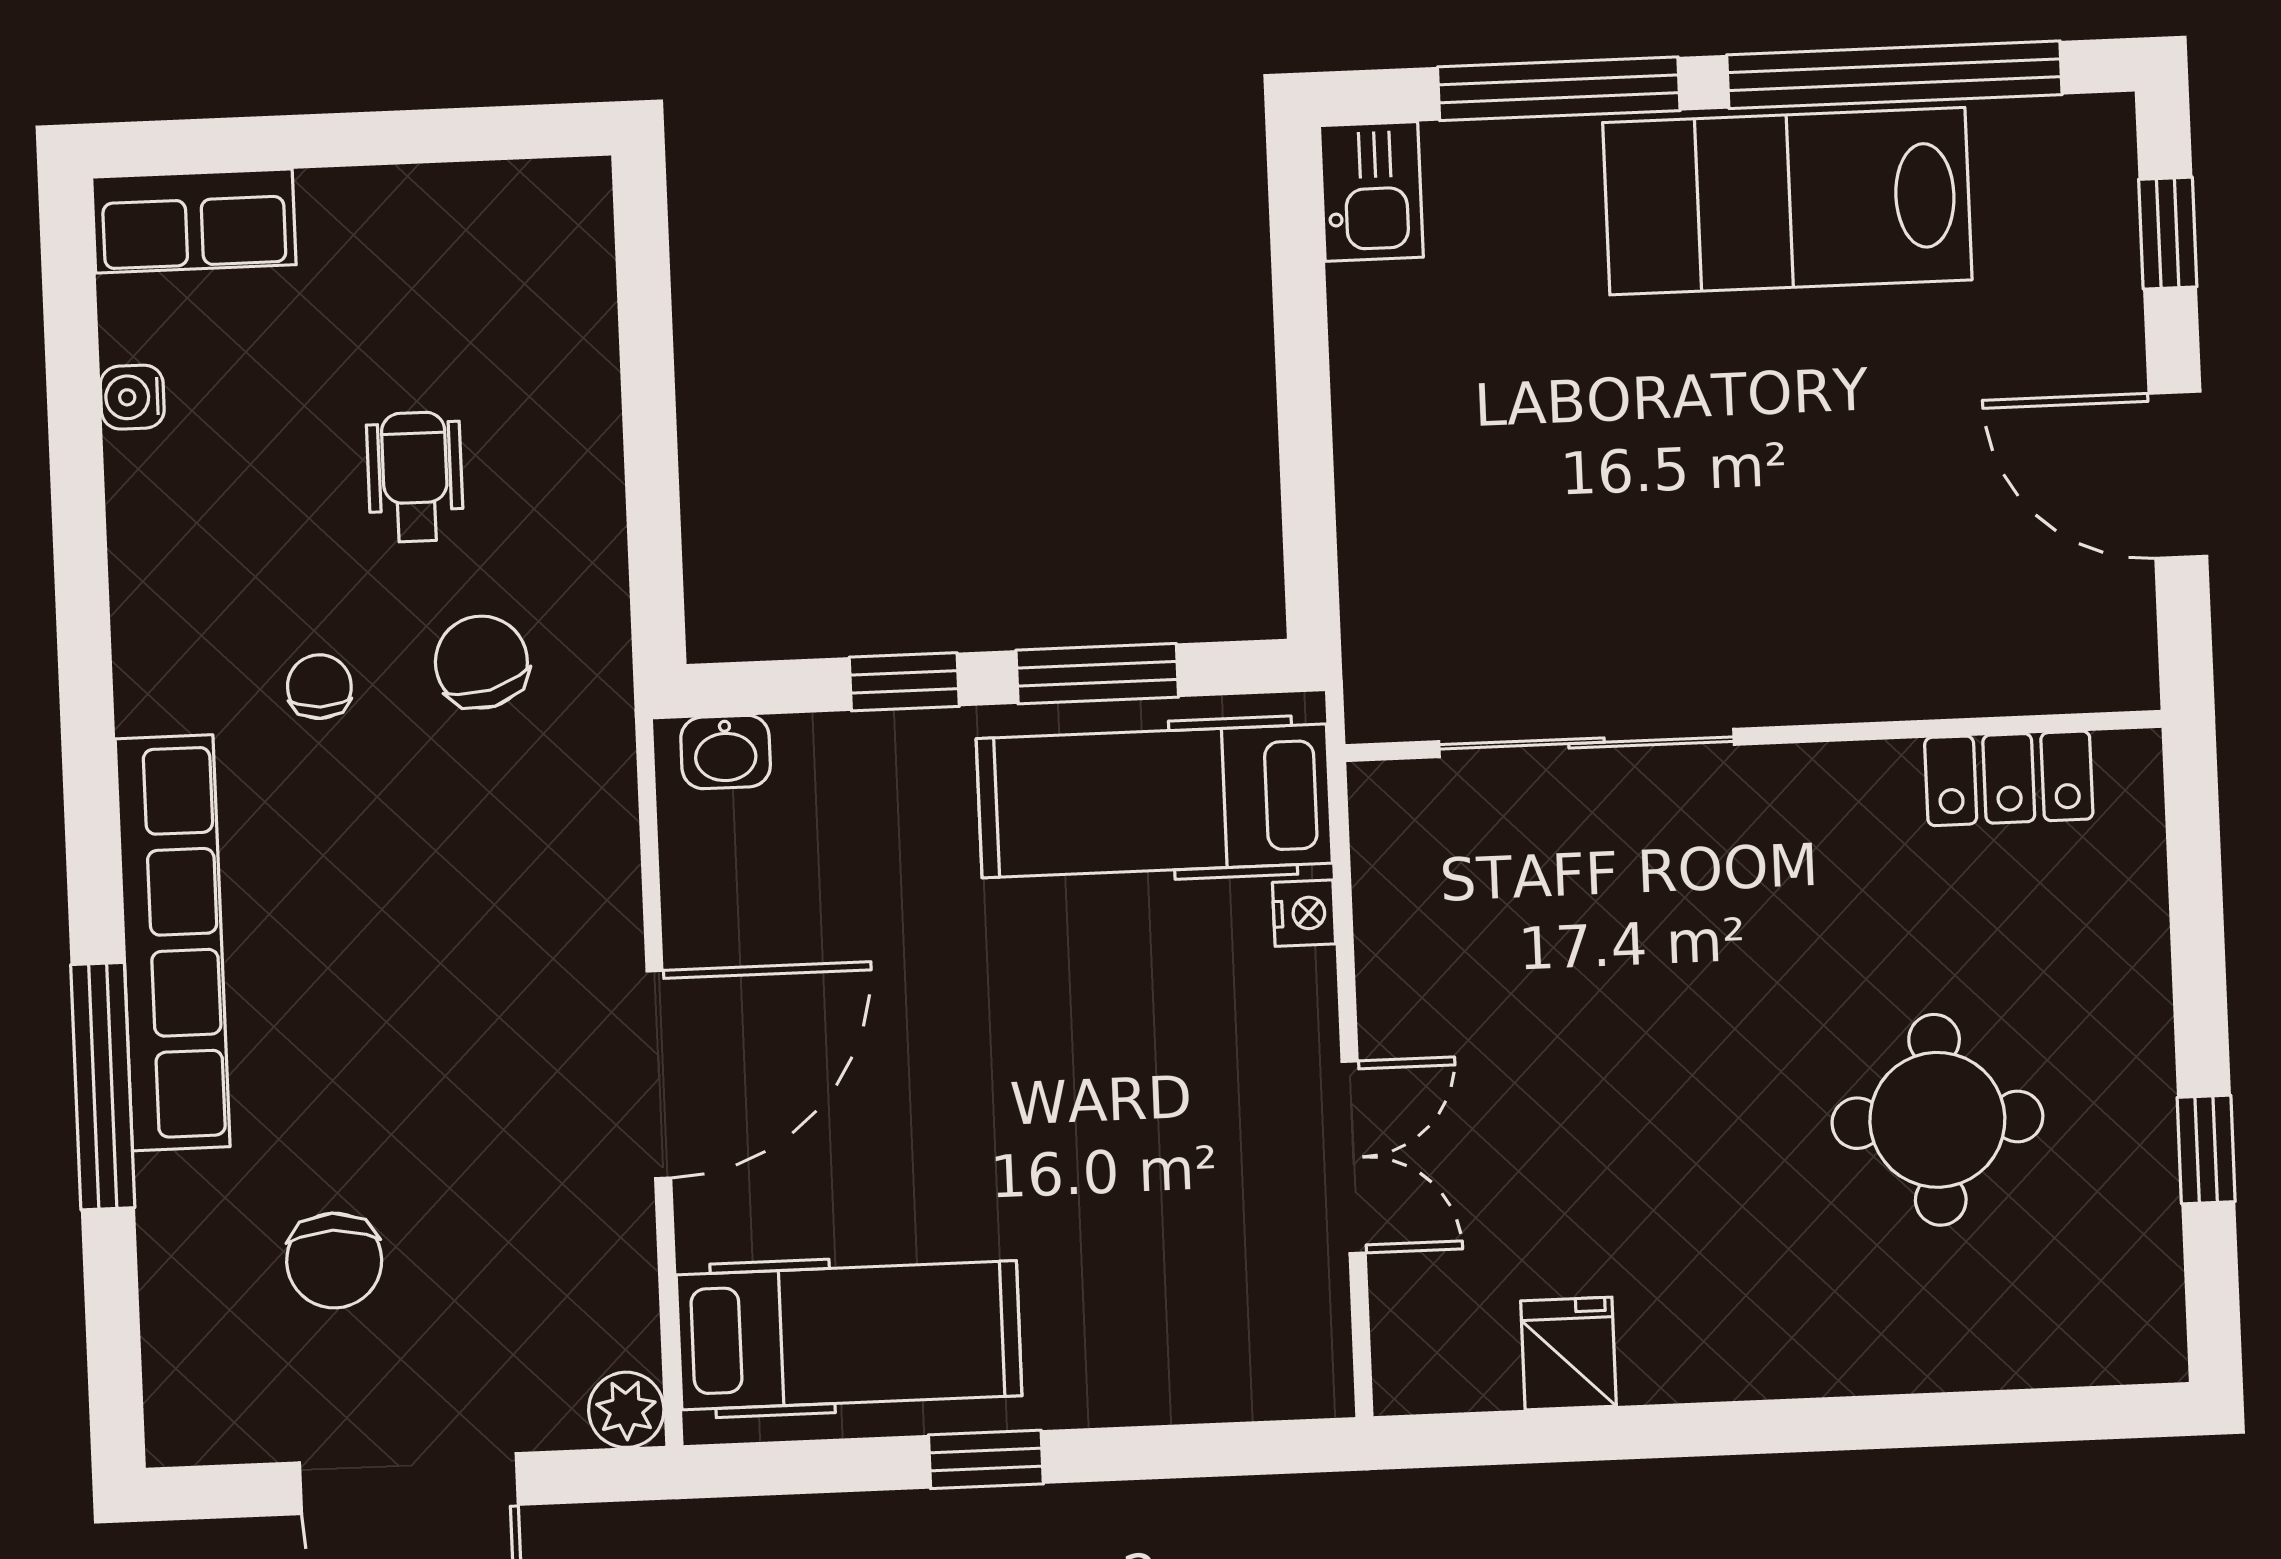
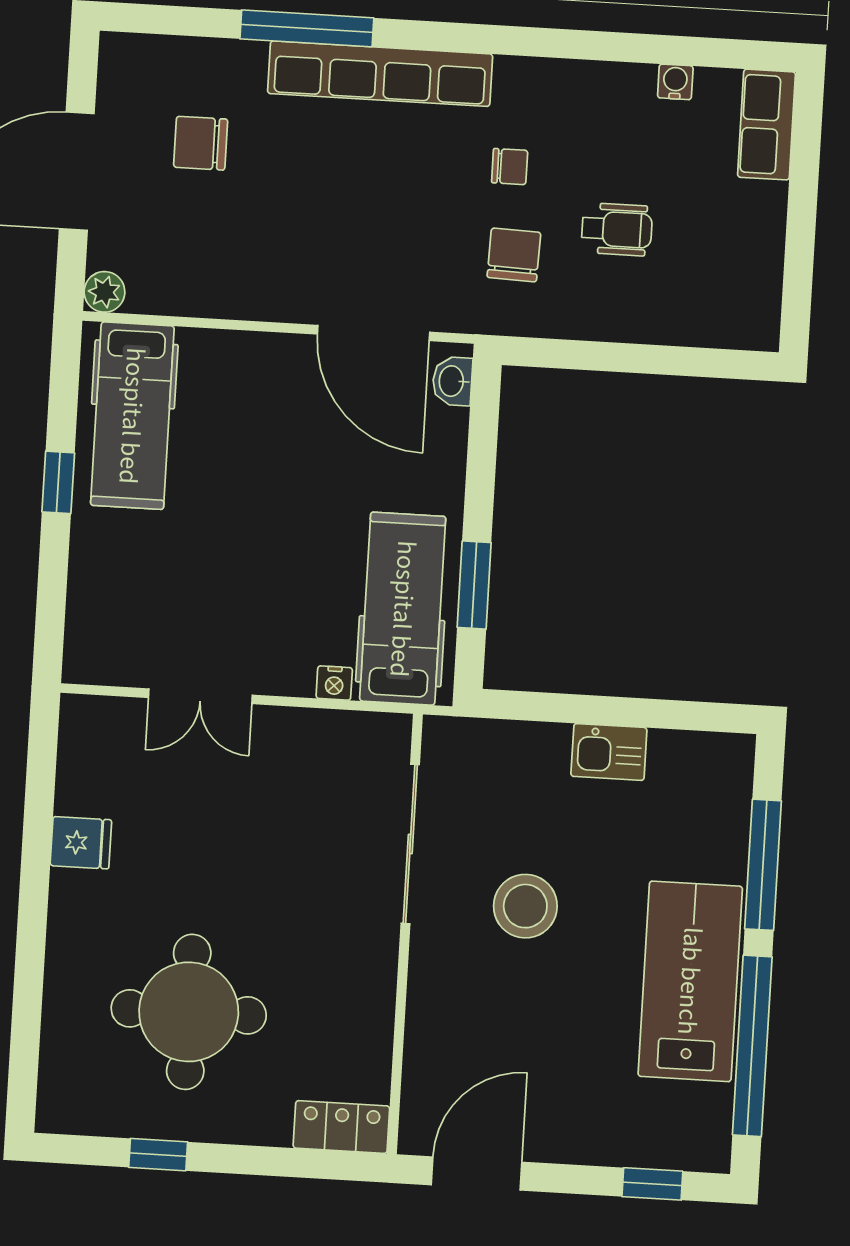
kitchen sink: (1371, 191) -> (609, 752), moved
door: (2178, 475) -> (477, 1173), moved
stool: (1680, 519) -> (525, 906), added
chair: (481, 662) -> (514, 255), turned -73
window: (904, 682) -> (480, 481), removed
locker: (2009, 778) -> (341, 1127), moved, turned 90
door: (659, 1075) -> (374, 333), moved
round table: (1937, 1120) -> (189, 1012), width x1.36, depth x1.36
fridge: (1568, 1354) -> (81, 843), moved

